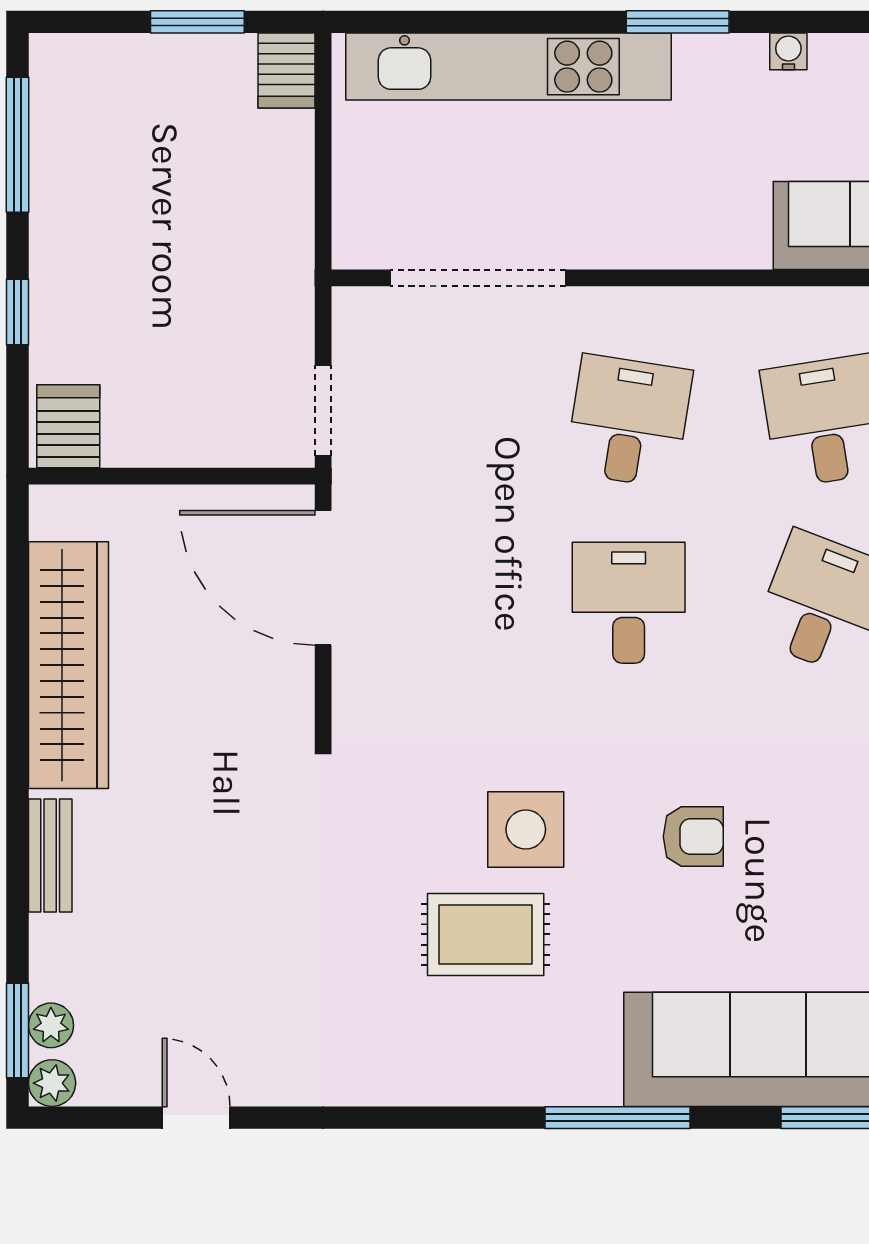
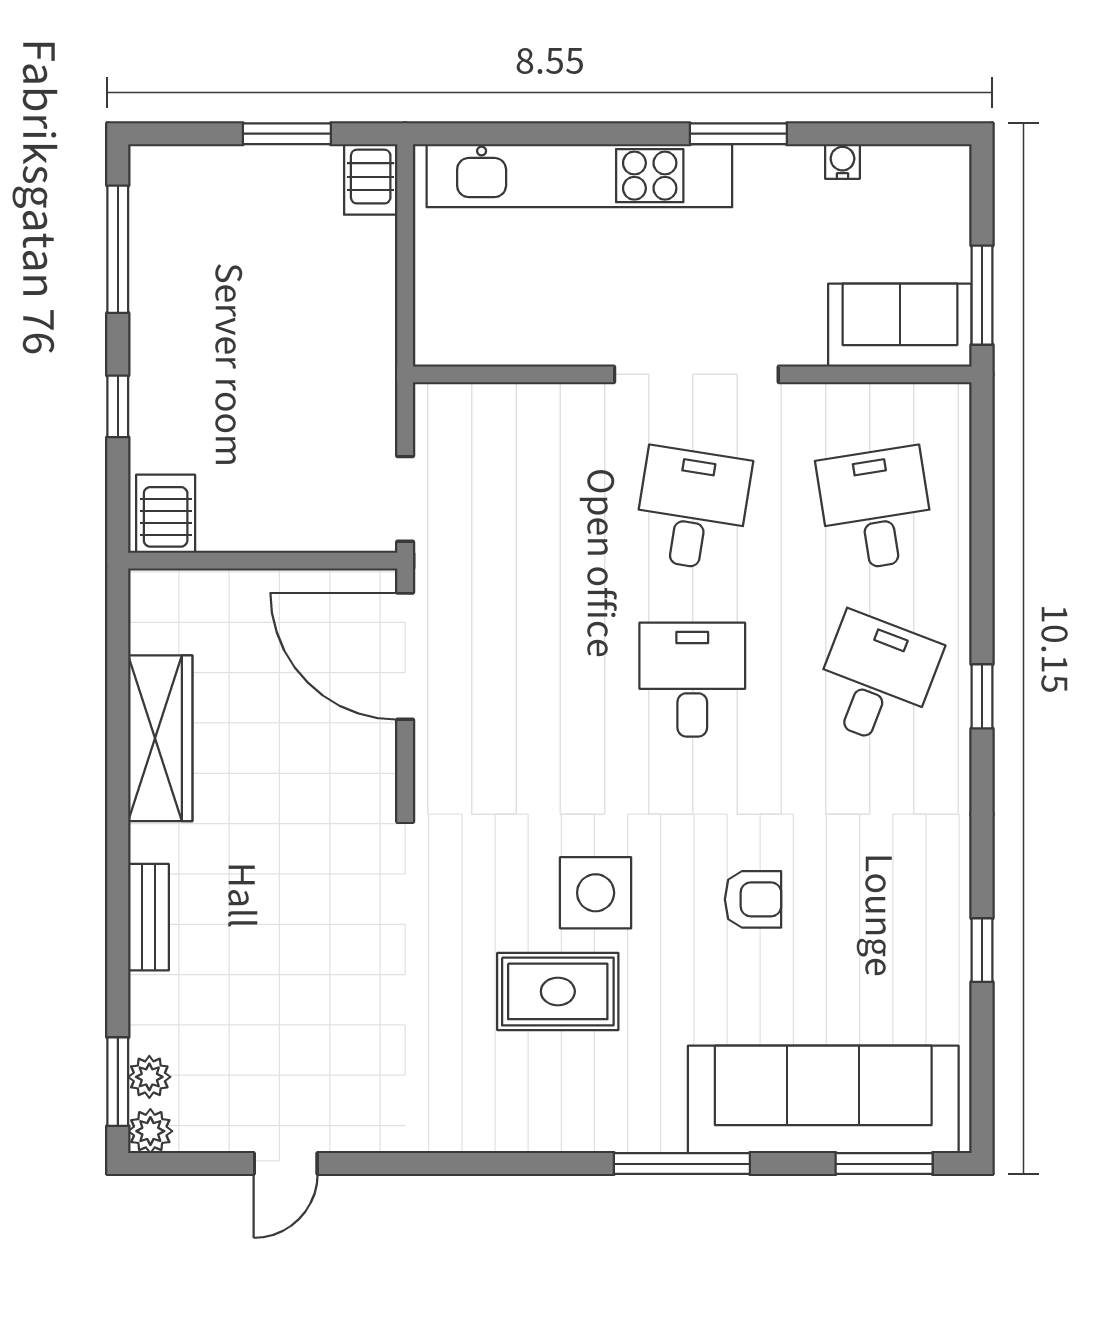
doorway: (478, 278) -> (696, 374), moved
wardrobe: (68, 665) -> (160, 738), width x0.71, depth x0.85
door: (196, 1118) -> (286, 1164), swing flipped

